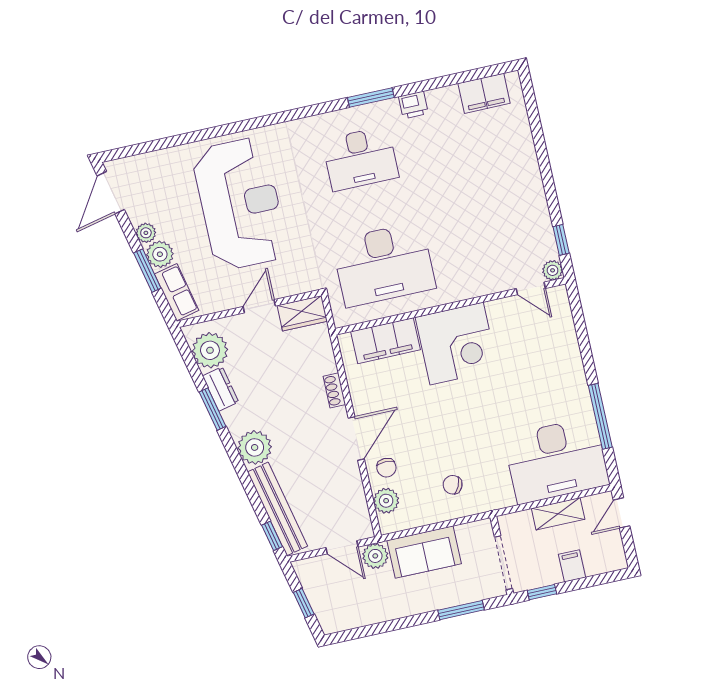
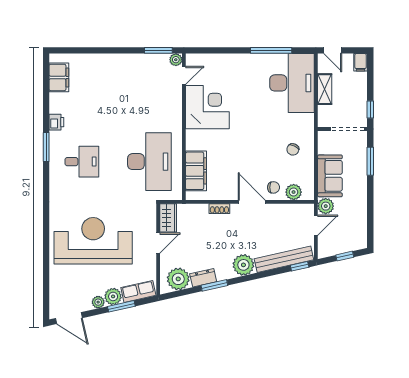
desk: (360, 159) -> (82, 162), width x0.73
window: (561, 240) -> (158, 50), width x1.50
door: (259, 306) -> (158, 243), swing flipped
corner desk: (457, 344) -> (207, 107), moved
filing cabinet: (572, 566) -> (361, 62), moved, turned -90

